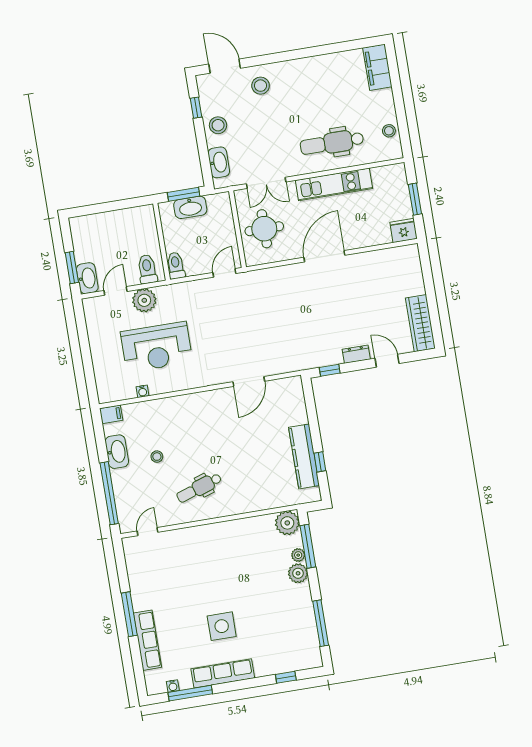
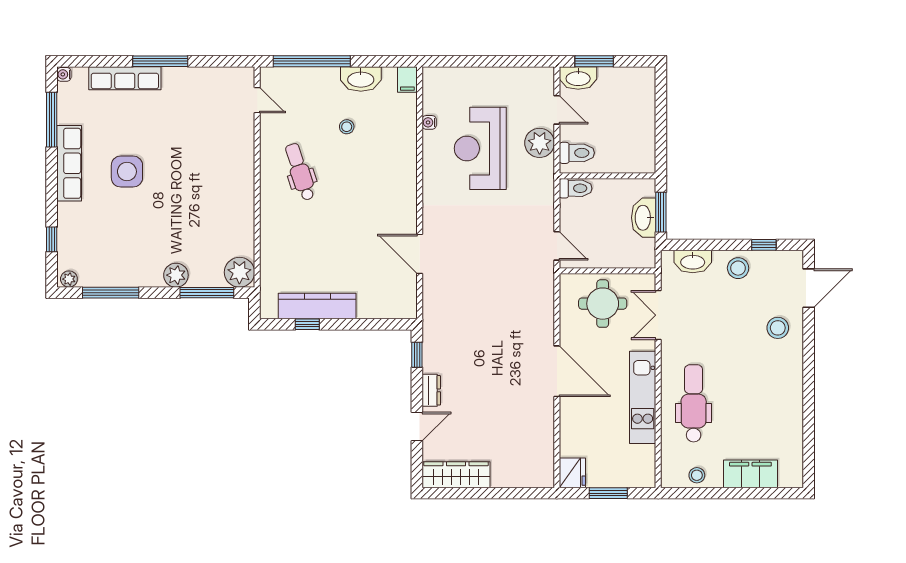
filing cabinet: (377, 67) -> (750, 474), moved
plant: (298, 555) -> (69, 279), moved
water cooler: (173, 686) -> (64, 74), moved

